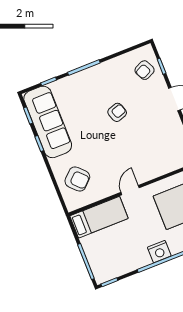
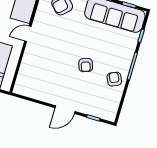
armchair: (145, 70) -> (114, 79), moved
door: (130, 190) -> (28, 34), swing flipped

